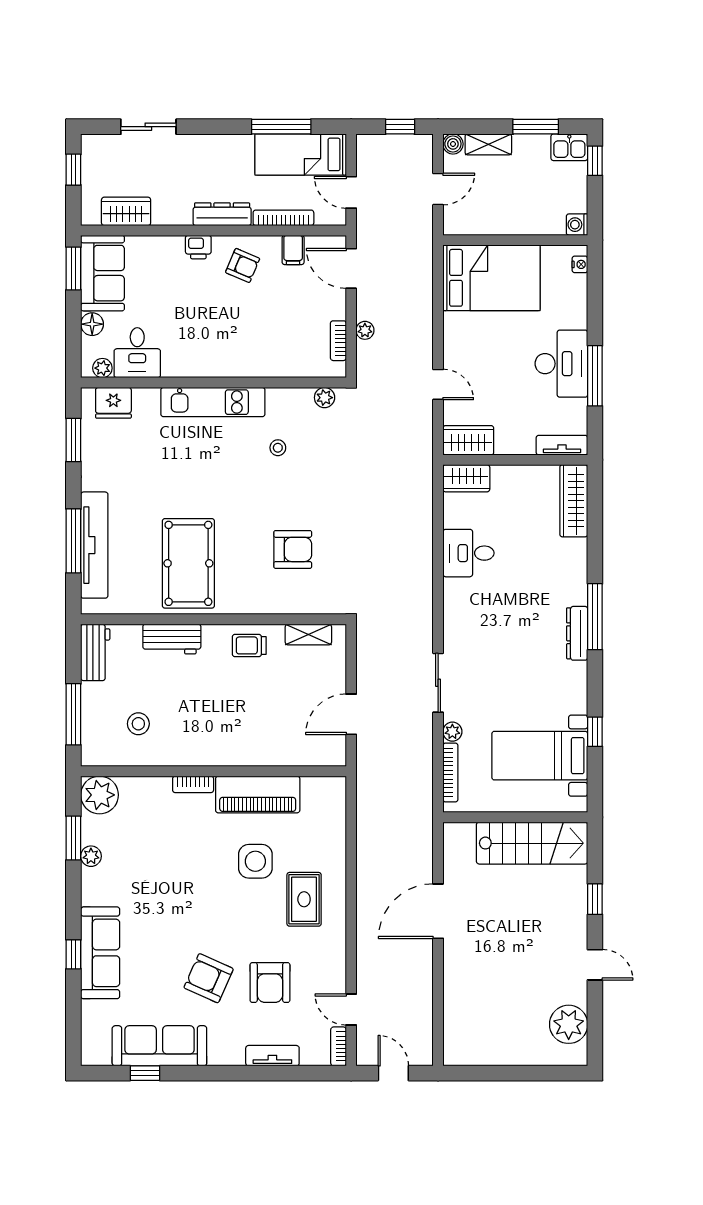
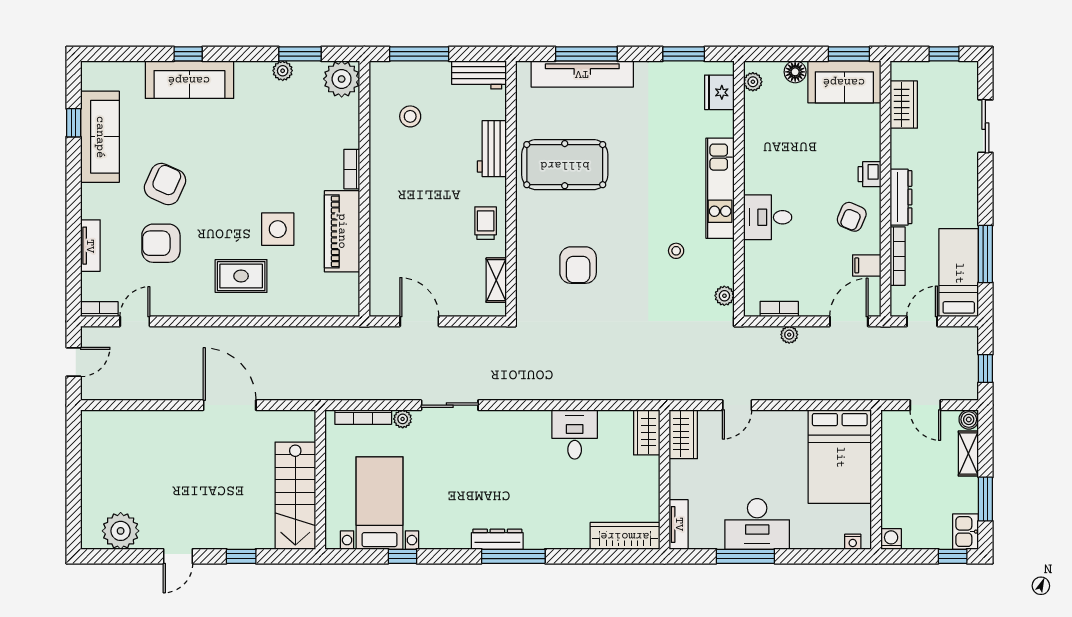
desk: (137, 353) -> (768, 217), moved

